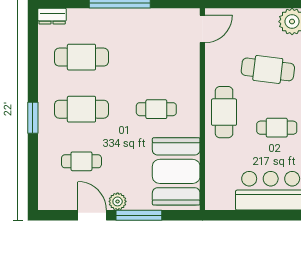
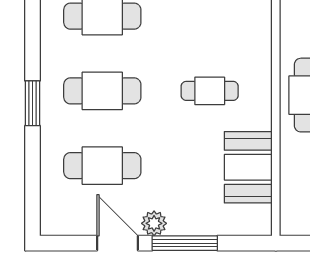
cafe table: (81, 161) -> (102, 166), width x1.37, depth x1.35
booth: (176, 171) -> (248, 167), width x0.73, depth x0.70

